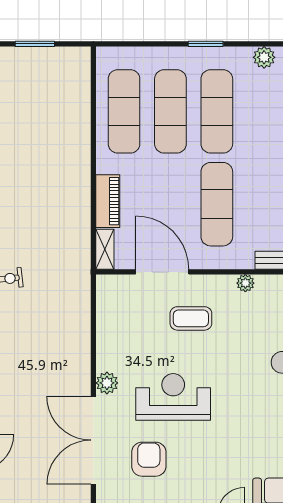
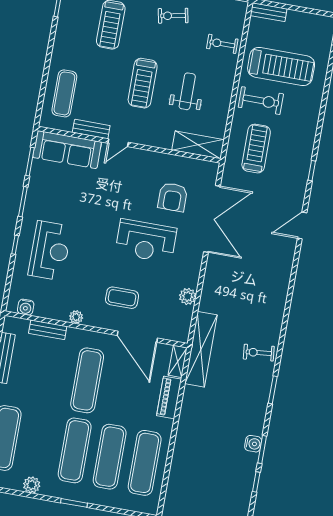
shelving: (78, 270) -> (201, 349), added
plant: (107, 383) -> (188, 296), moved

